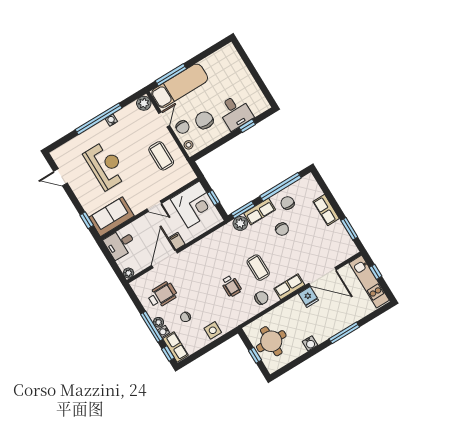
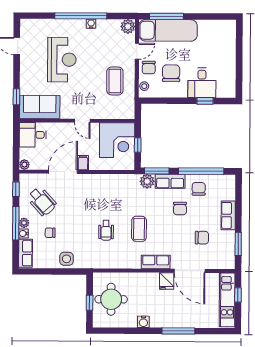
wheelchair: (162, 295) -> (42, 201), turned 48
chair: (261, 298) -> (202, 238), moved
window: (168, 353) -> (16, 189), moved

